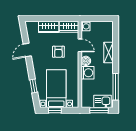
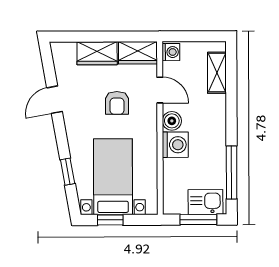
shelving: (108, 52) -> (217, 73), moved

